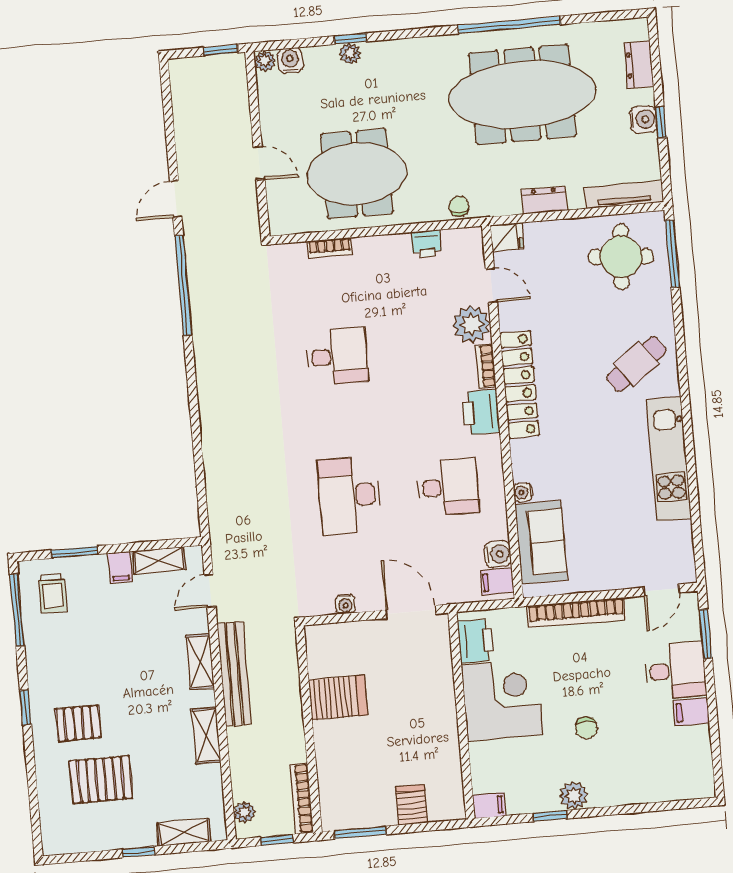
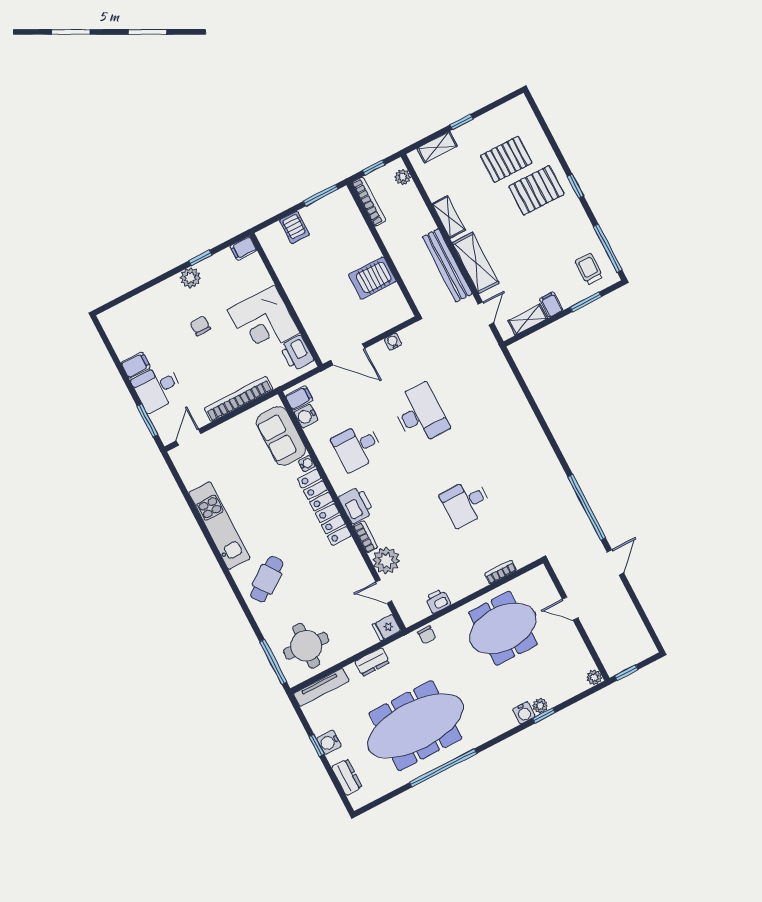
water cooler: (290, 60) -> (524, 713), moved
locker: (520, 384) -> (324, 507), moved
shelving: (200, 662) -> (476, 263), width x1.50, depth x1.33
pallet: (78, 723) -> (536, 190), width x1.50, depth x1.42

